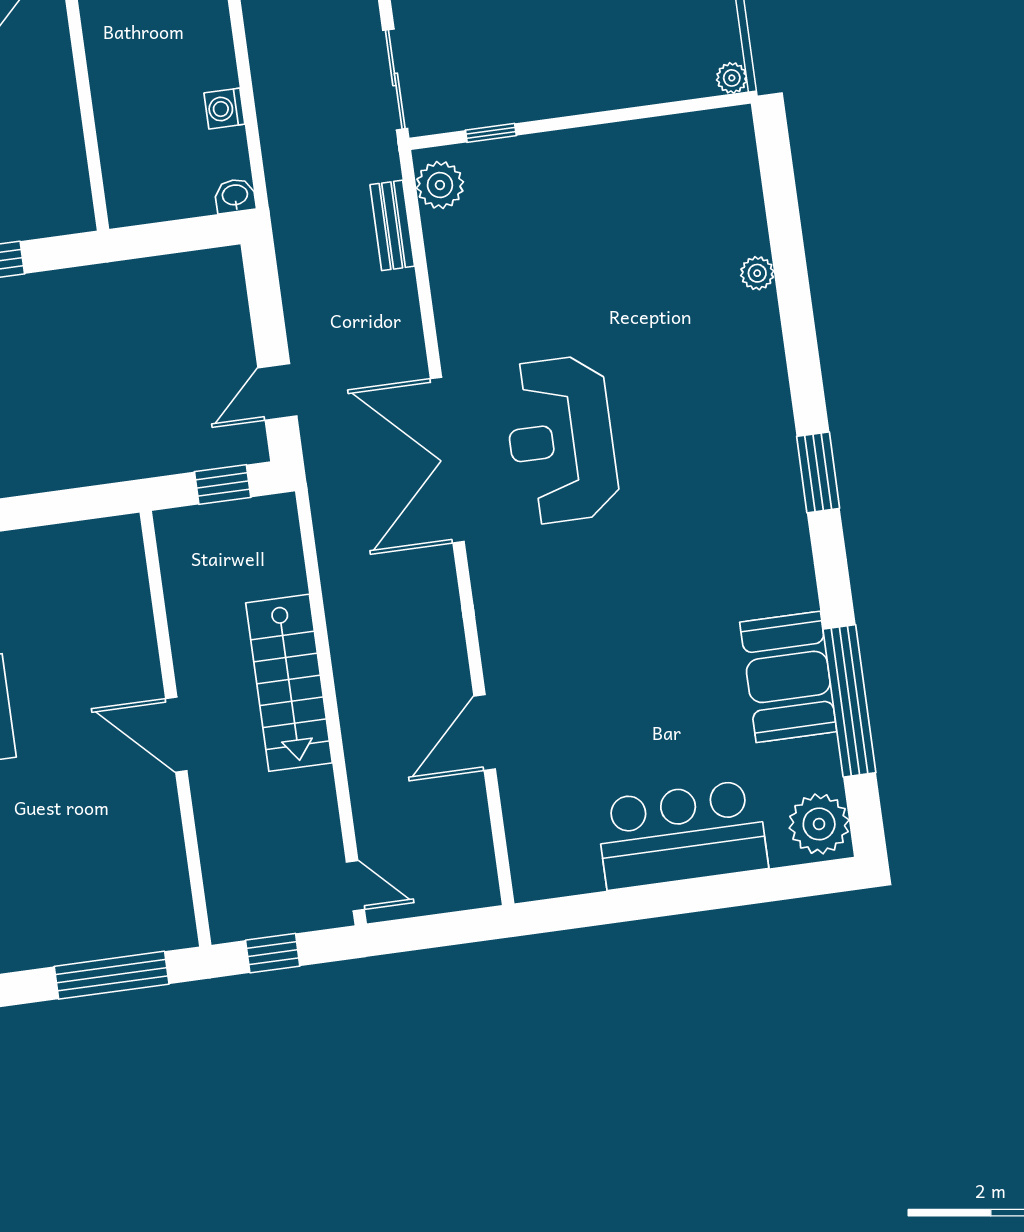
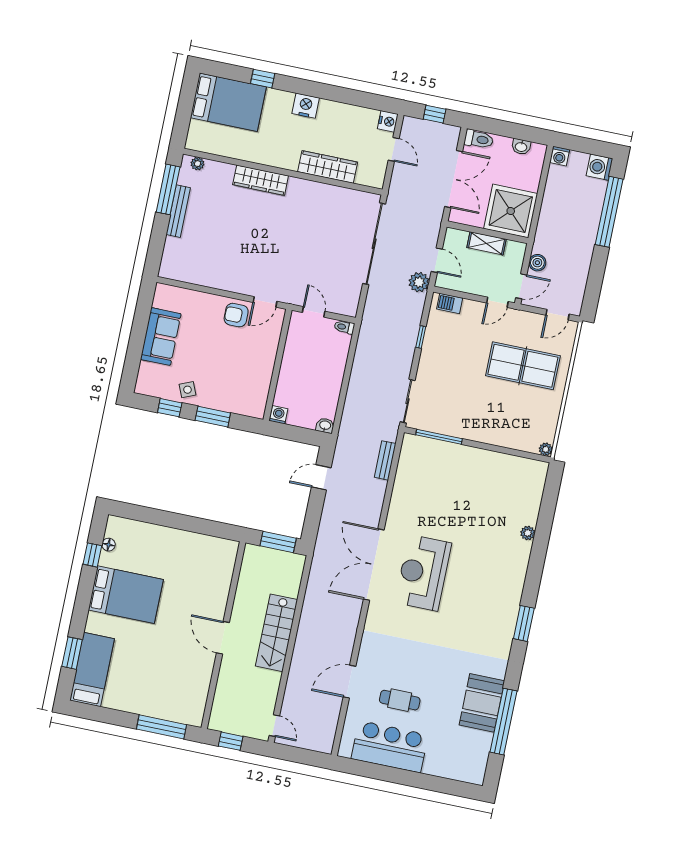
washing machine: (224, 109) -> (278, 415), moved, turned 90
window: (491, 133) -> (439, 437), width x2.17
plant: (440, 185) -> (411, 451), removed
door: (277, 392) -> (321, 477), moved
window: (223, 484) -> (278, 542), width x1.50
cafe table: (608, 734) -> (400, 700), added
plant: (819, 824) -> (473, 768), removed
bar counter: (682, 835) -> (390, 747), moved

